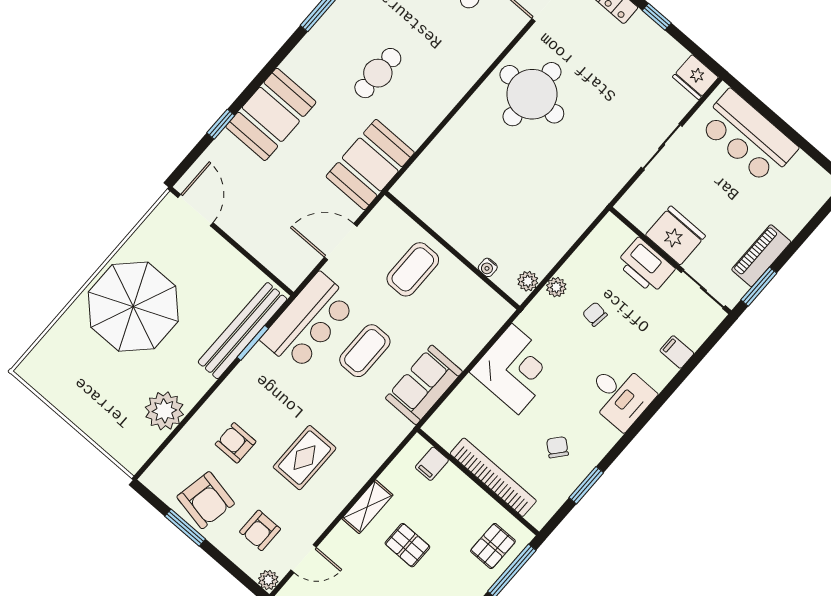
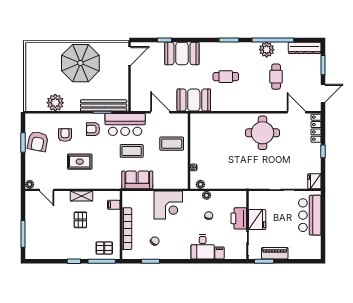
desk: (620, 395) -> (203, 247), moved
armchair: (260, 530) -> (93, 129), moved

